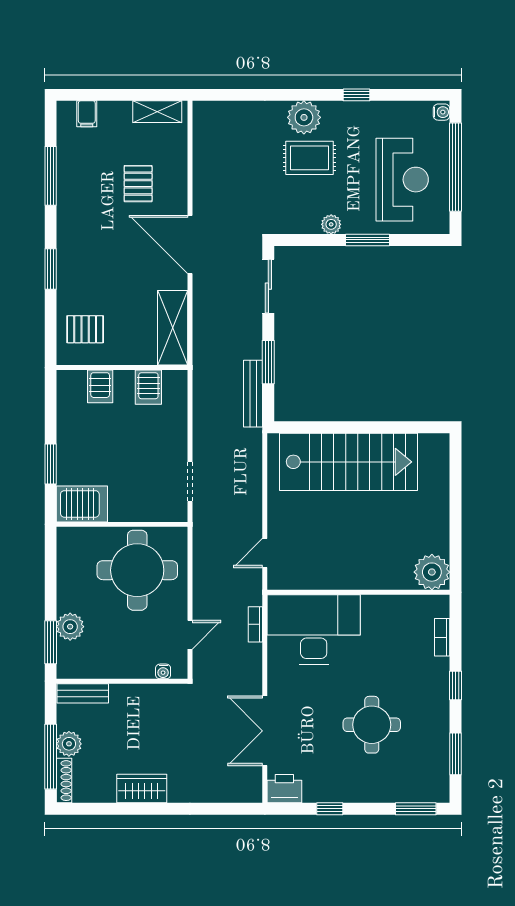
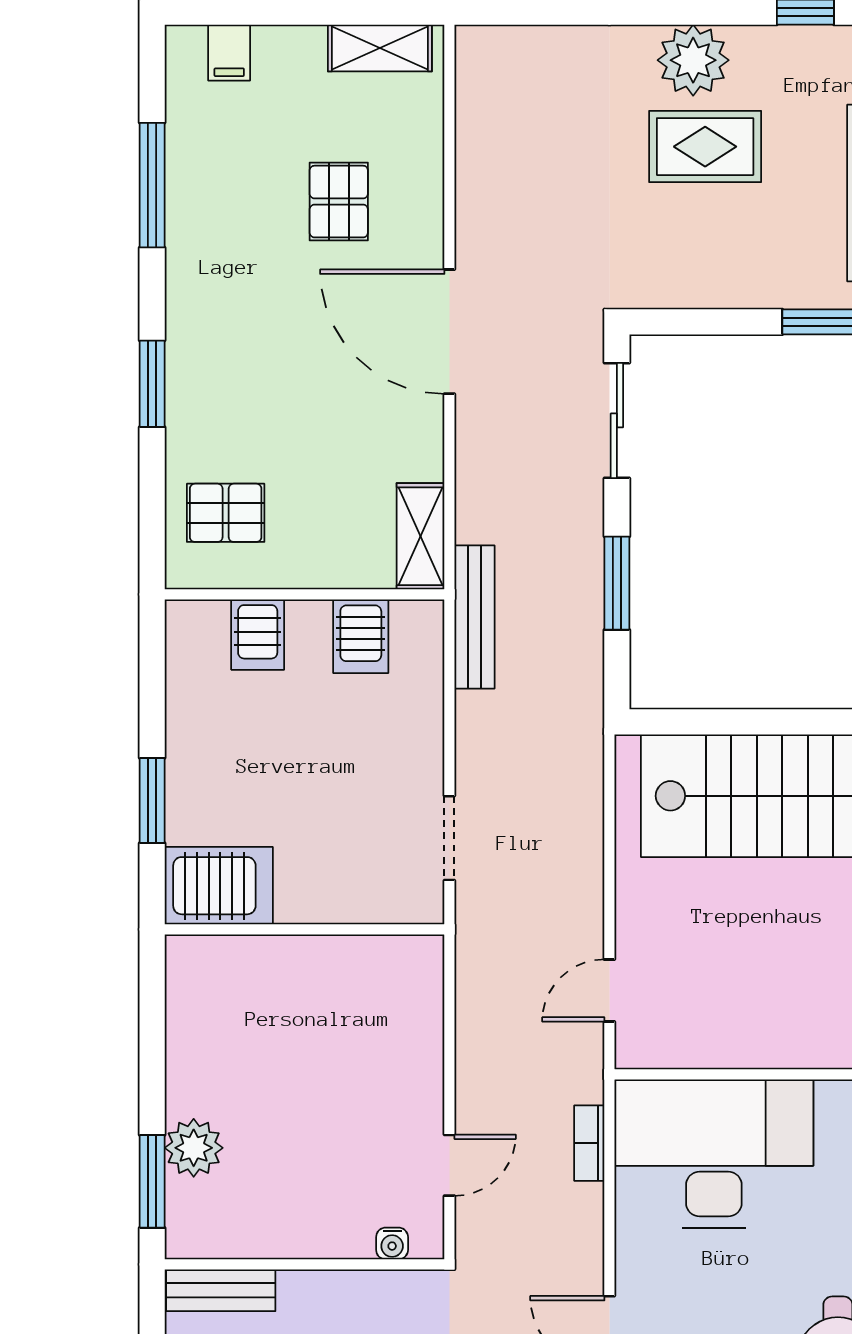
plant: (331, 224) -> (751, 289), removed
shelving: (173, 328) -> (421, 536), width x0.67, depth x0.75
bench: (253, 394) -> (475, 617), moved
round table: (137, 570) -> (337, 1027), removed

